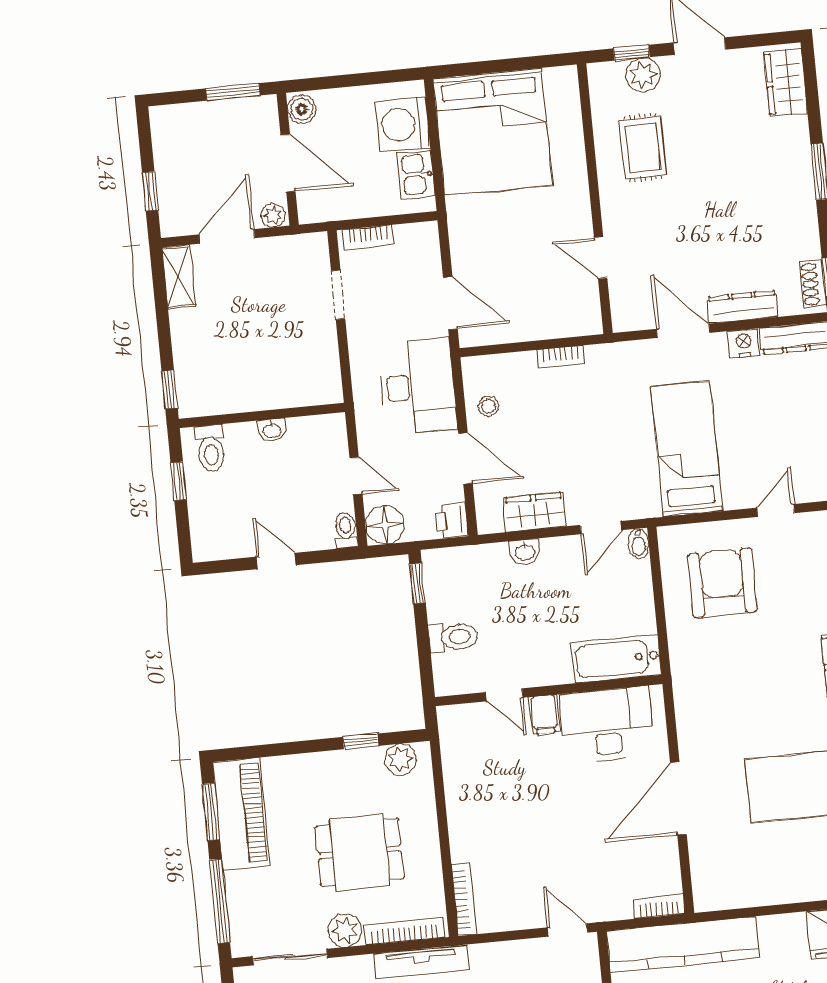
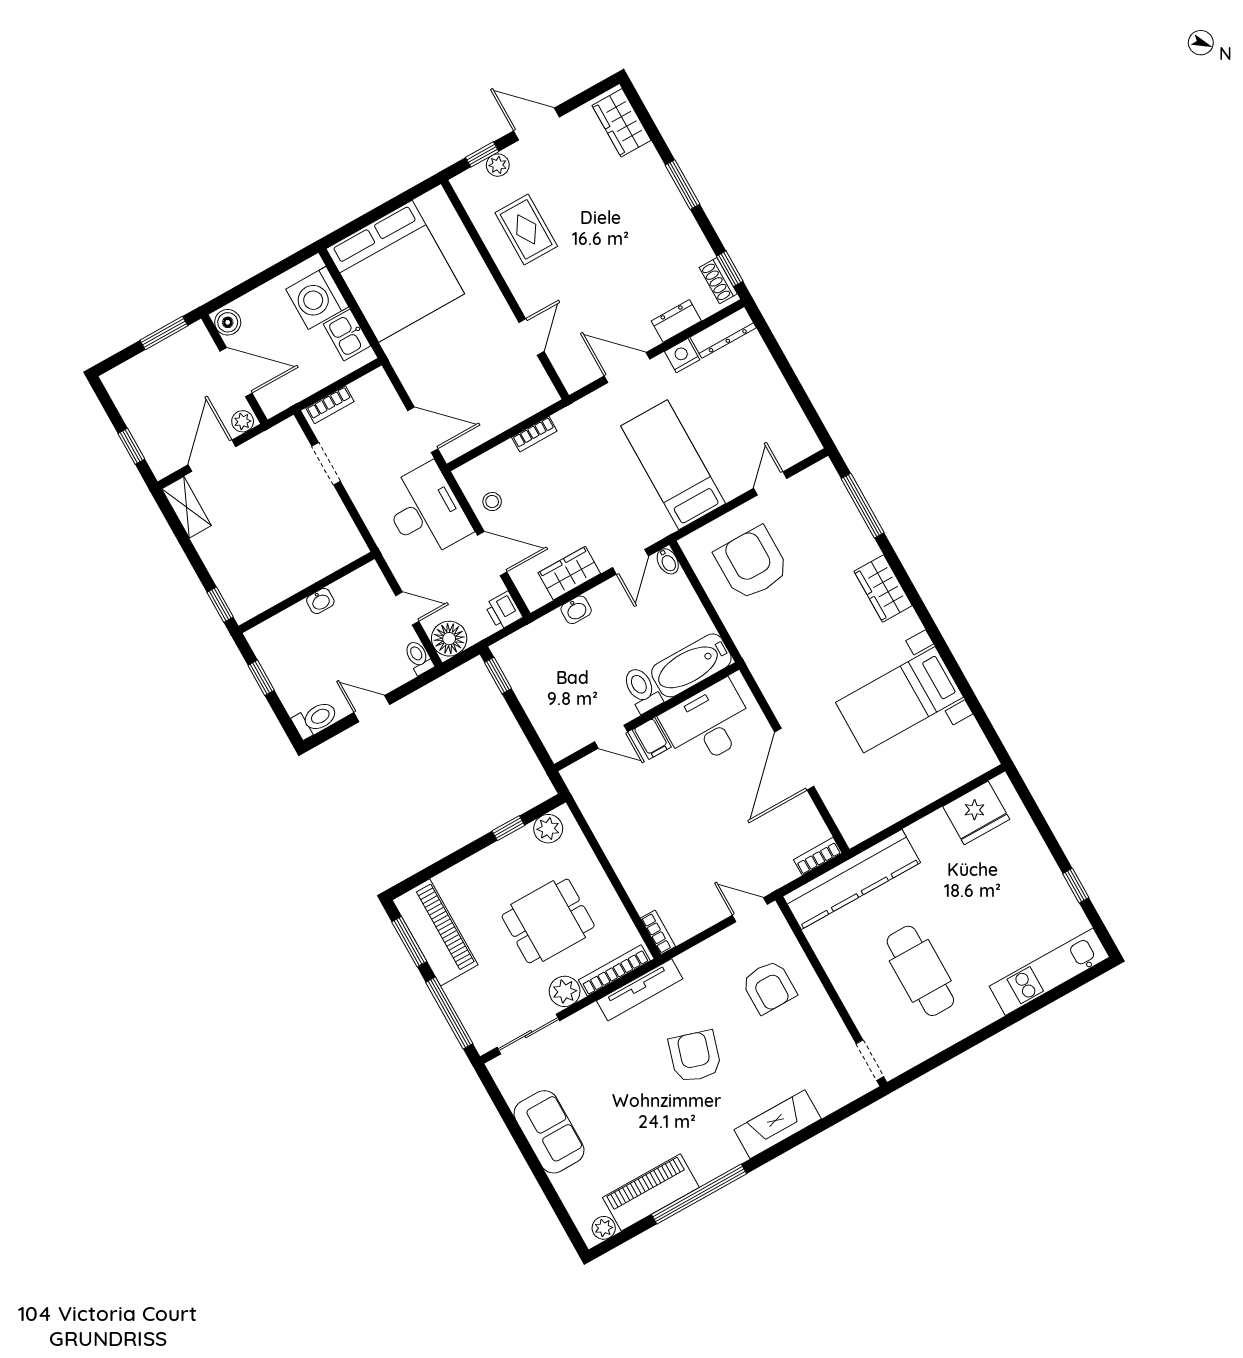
plant: (643, 75) -> (498, 165), width x0.73, depth x0.73
door: (601, 258) -> (531, 337), swing flipped
dresser: (743, 307) -> (676, 321), width x0.70
toilet: (211, 448) -> (315, 719), moved, turned -90
toilet: (453, 637) -> (642, 690), moved, turned -90
bookcase: (464, 899) -> (658, 932), width x0.64

